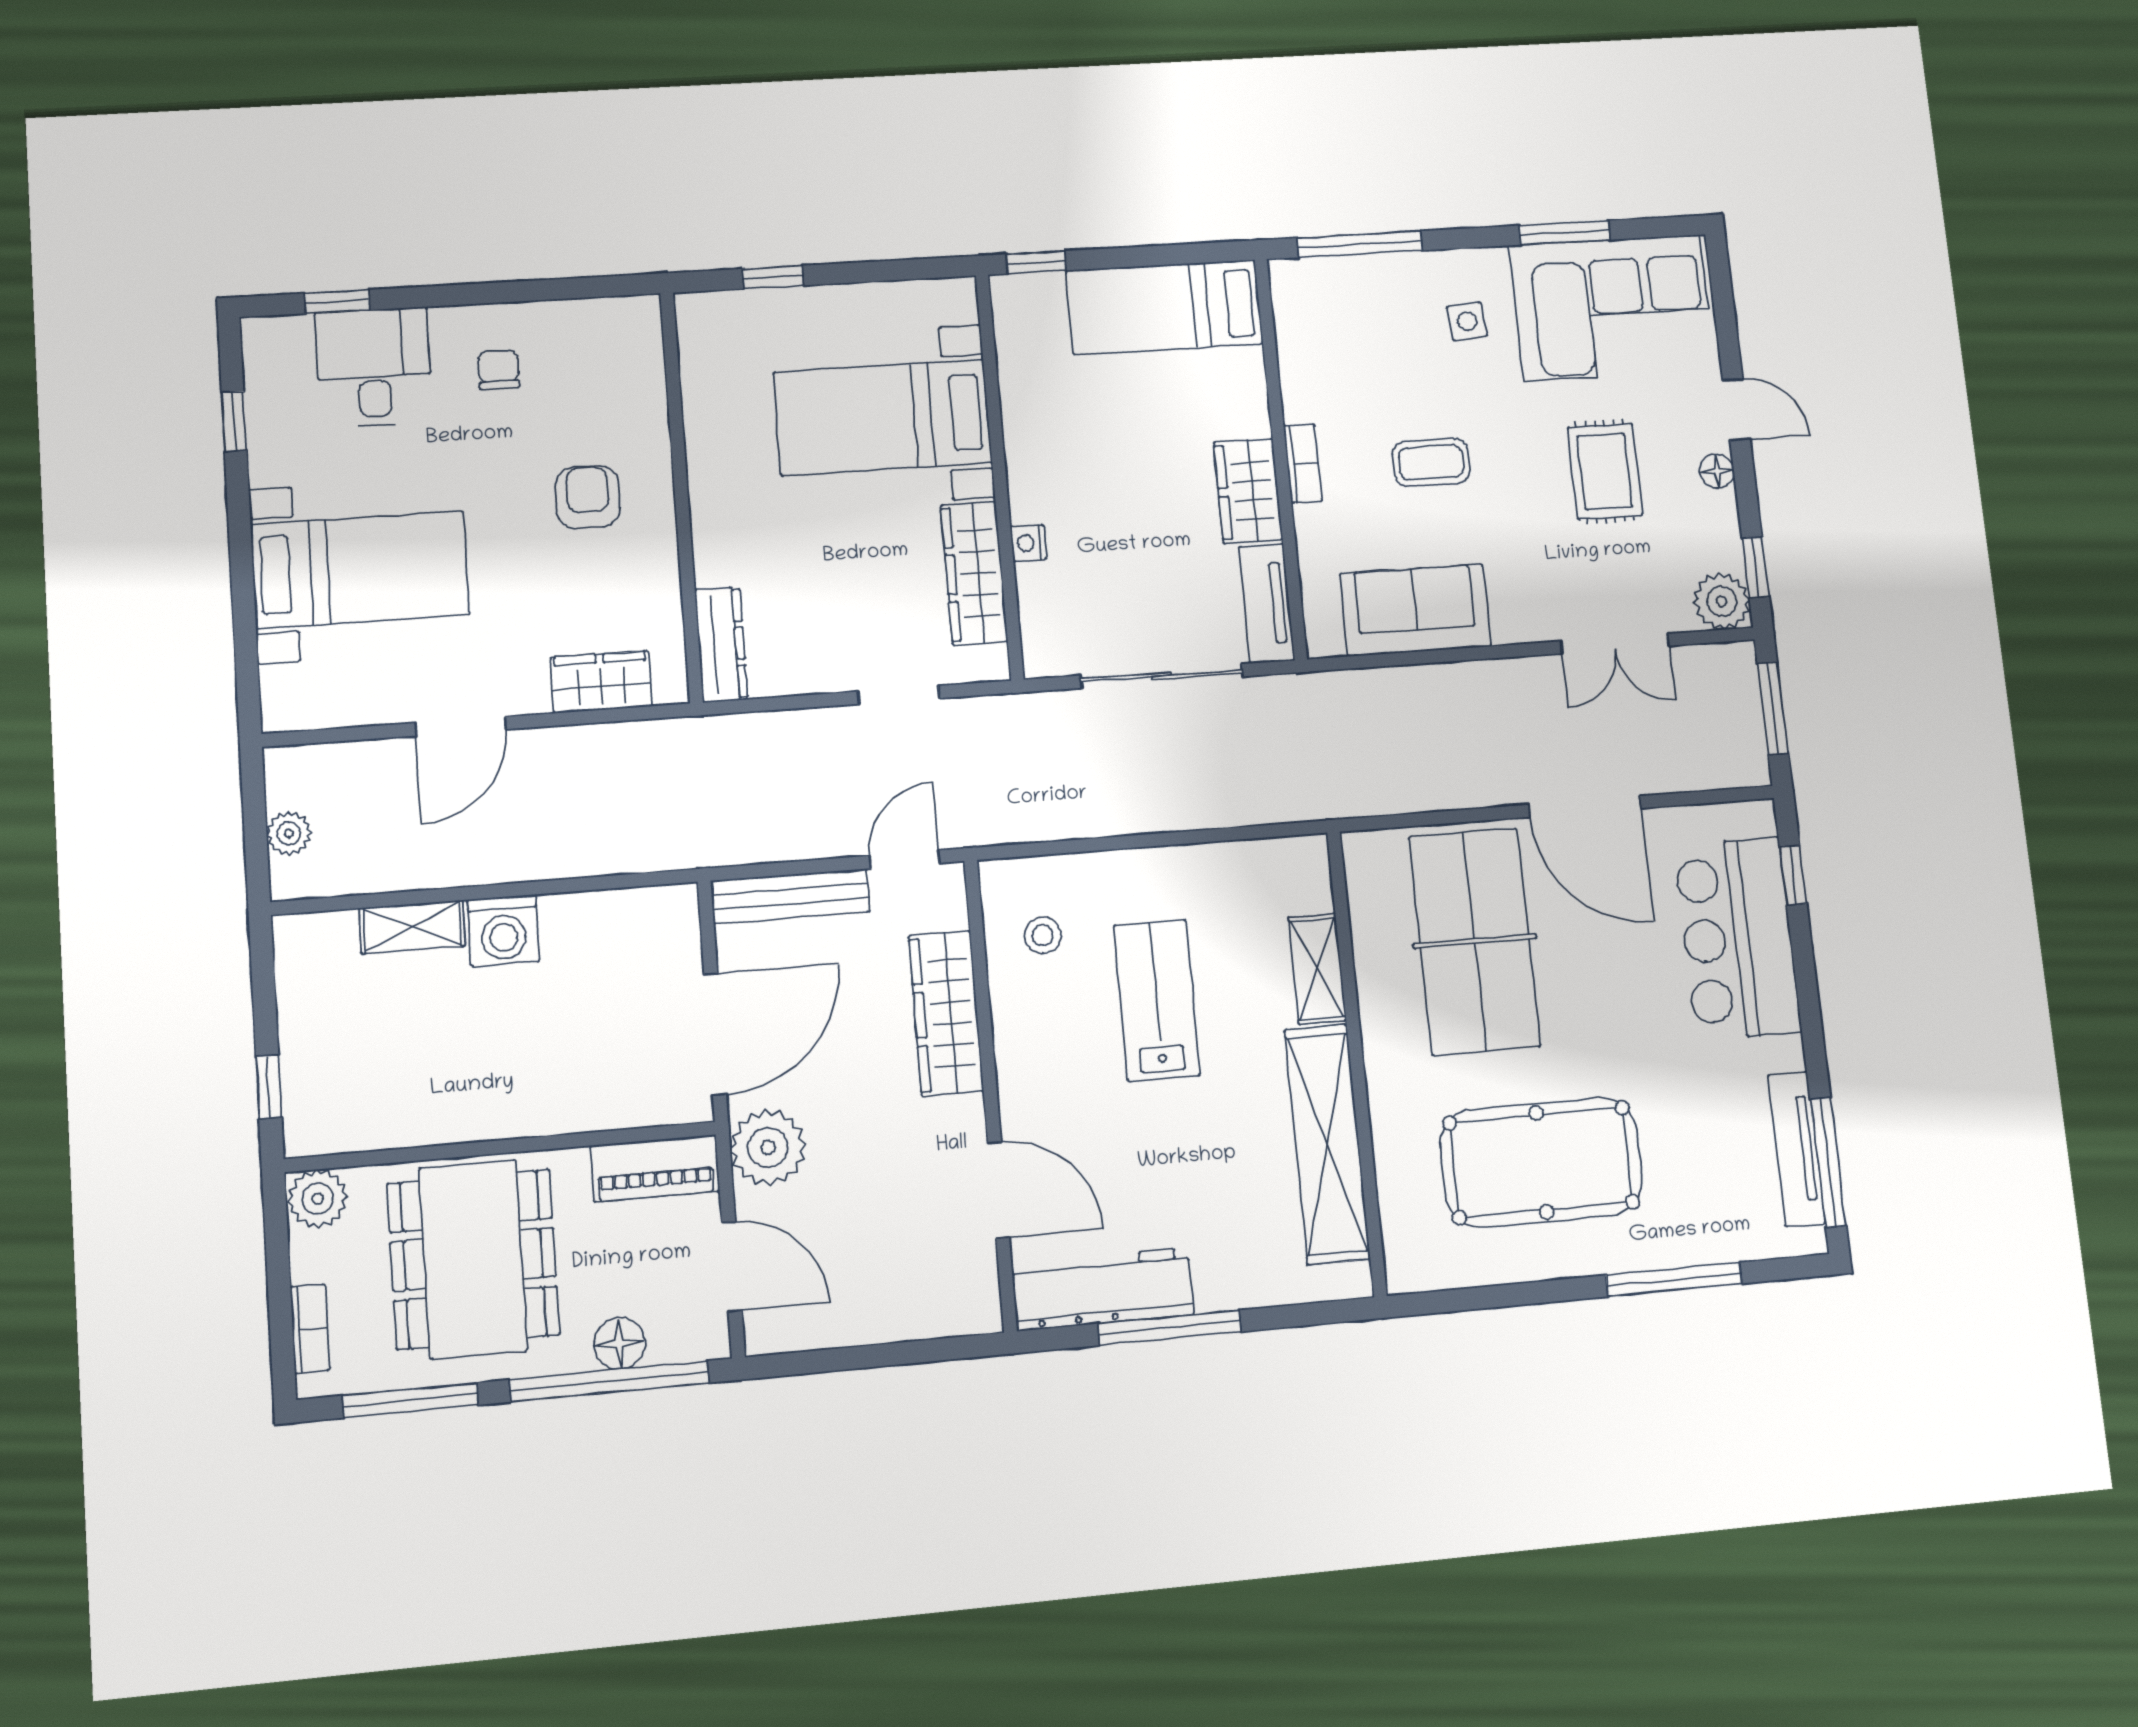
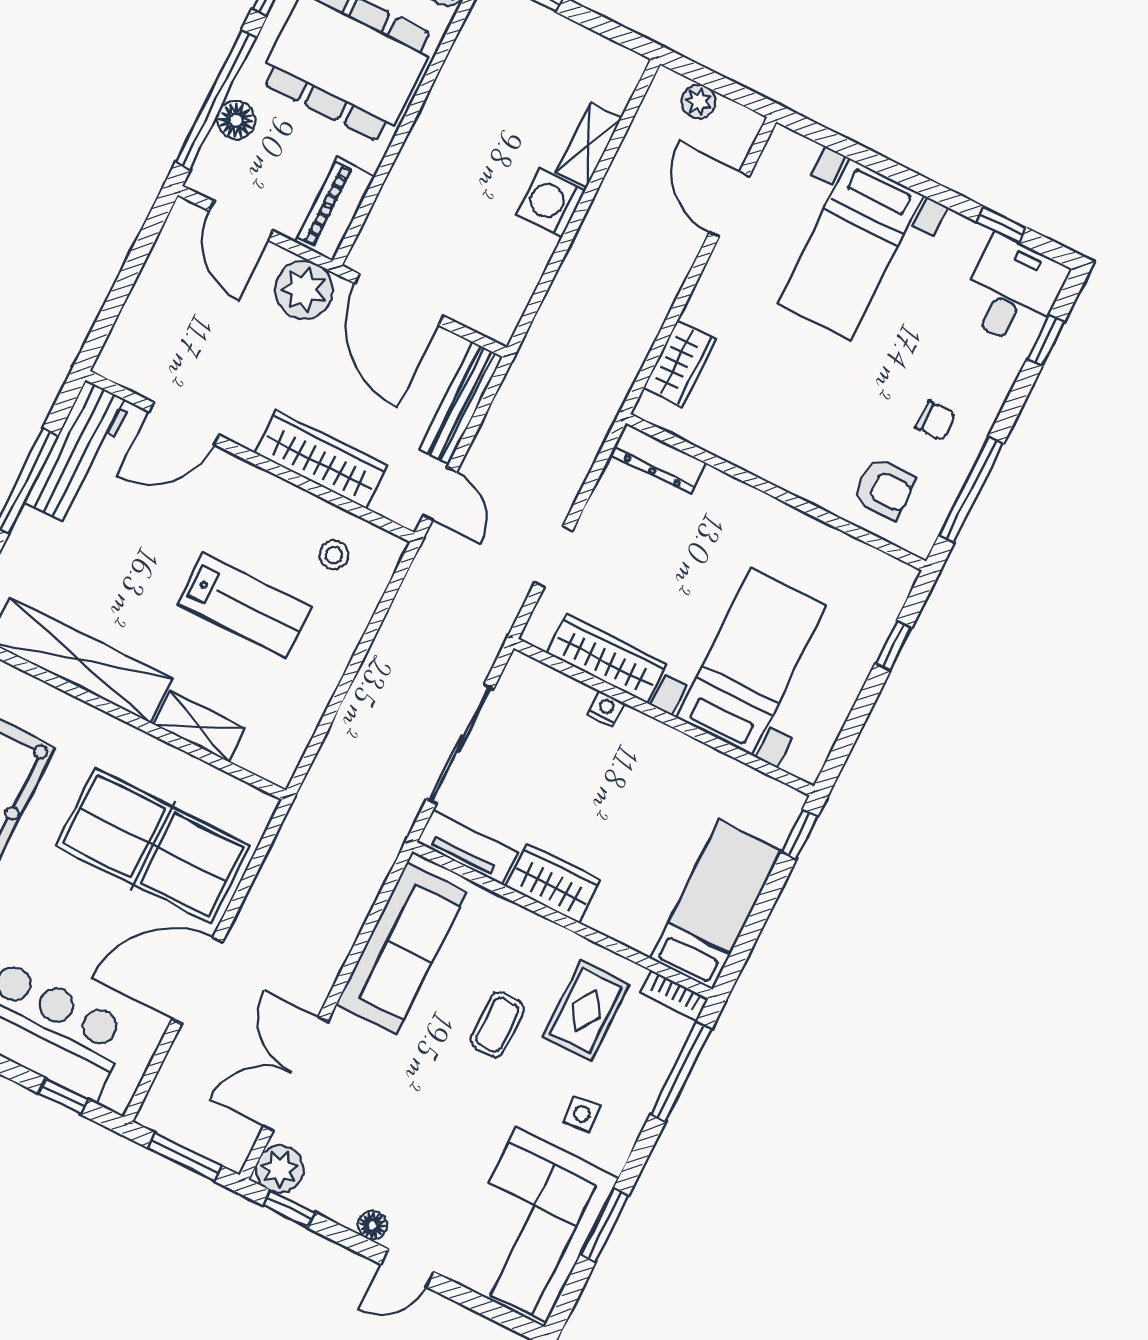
window: (552, 290) -> (971, 489), added
desk: (374, 367) -> (1013, 292), moved, turned -90
bookcase: (1303, 463) -> (674, 996), moved
rug: (1605, 471) -> (586, 1011), moved, turned 90
armchair: (588, 497) -> (884, 489), moved
sofa: (1415, 610) -> (402, 948), width x1.36
double door: (1615, 644) -> (296, 1074), width x1.37
door: (461, 726) -> (729, 204), moved
door: (732, 1267) -> (241, 221), hinge flipped

